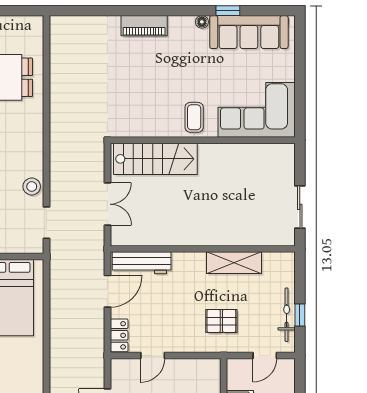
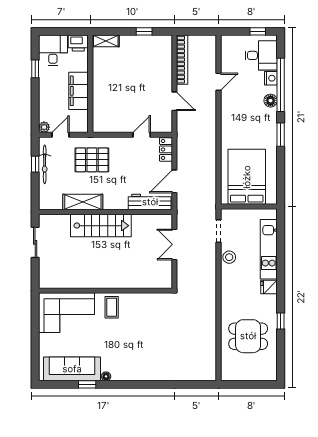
piano: (144, 26) -> (148, 374), removed
stairs: (155, 159) -> (101, 226), moved, turned 180
pallet: (221, 321) -> (92, 160), width x1.50, depth x1.42
plant: (287, 366) -> (44, 127), added

